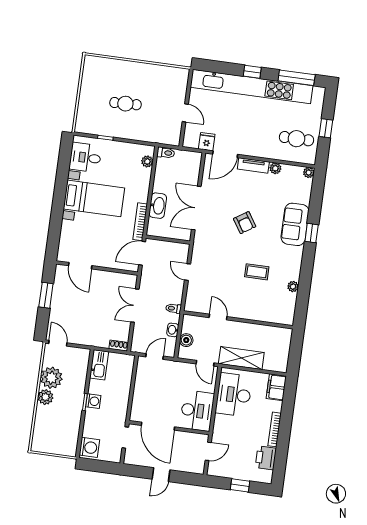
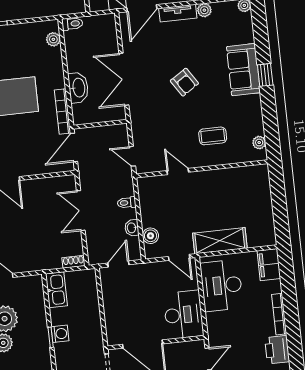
door: (218, 317) -> (178, 171), moved
wall: (238, 320) -> (202, 169), moved

